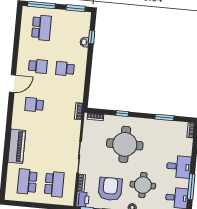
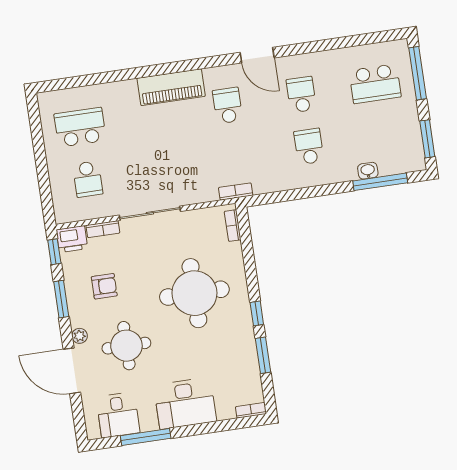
window: (92, 37) -> (380, 182), width x2.17
school desk: (38, 66) -> (301, 95), turned 180
window: (122, 114) -> (257, 313), moved
piano: (17, 146) -> (171, 87), moved
desk: (179, 167) -> (185, 403), width x1.37
school desk: (54, 184) -> (88, 179), width x0.54
armchair: (110, 189) -> (104, 286), width x0.53, depth x0.53

